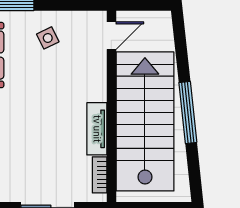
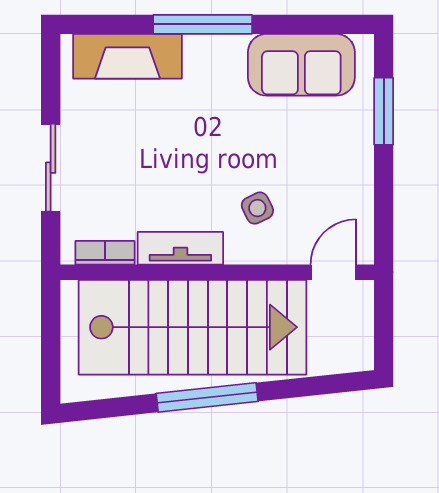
door: (111, 36) -> (333, 272), swing flipped
side table: (48, 38) -> (257, 208), moved

